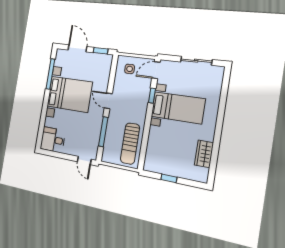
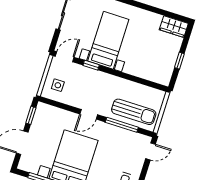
door: (156, 70) -> (65, 57), swing flipped
sun lounger: (130, 144) -> (134, 112), moved
wardrobe: (204, 154) -> (174, 27), moved

